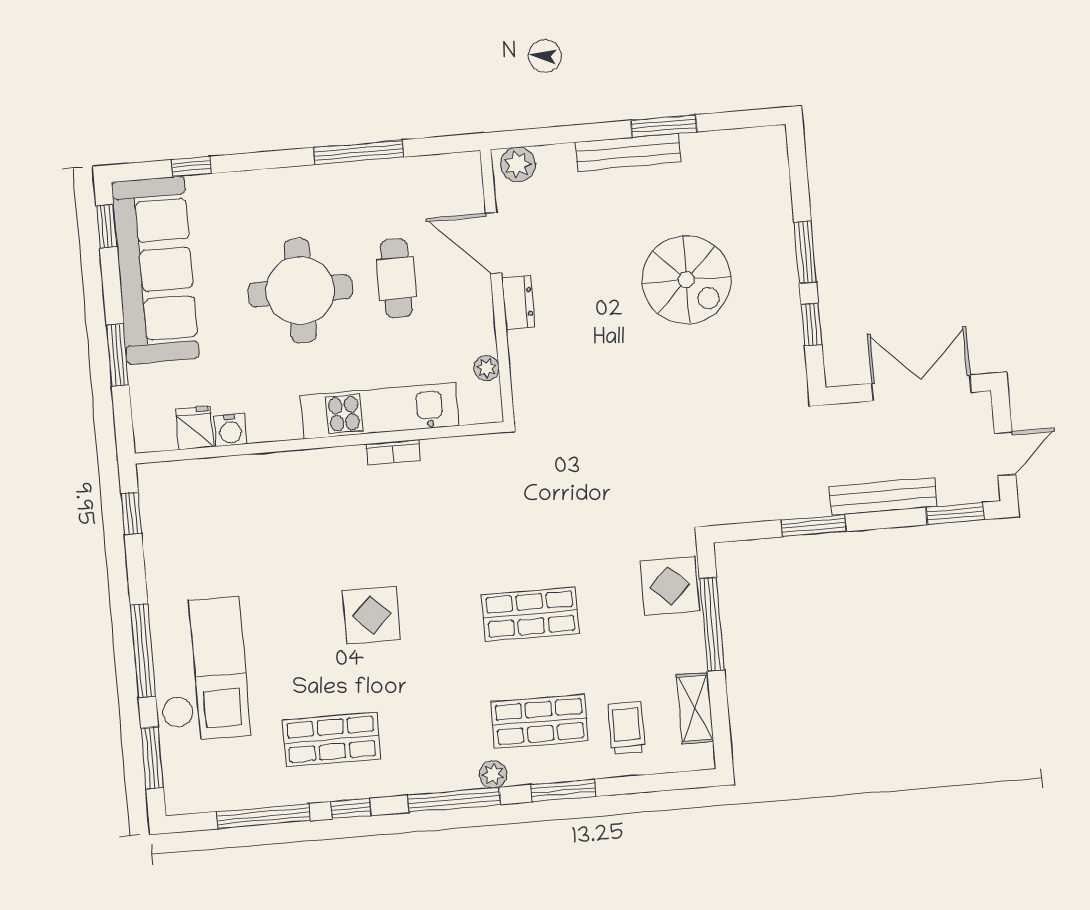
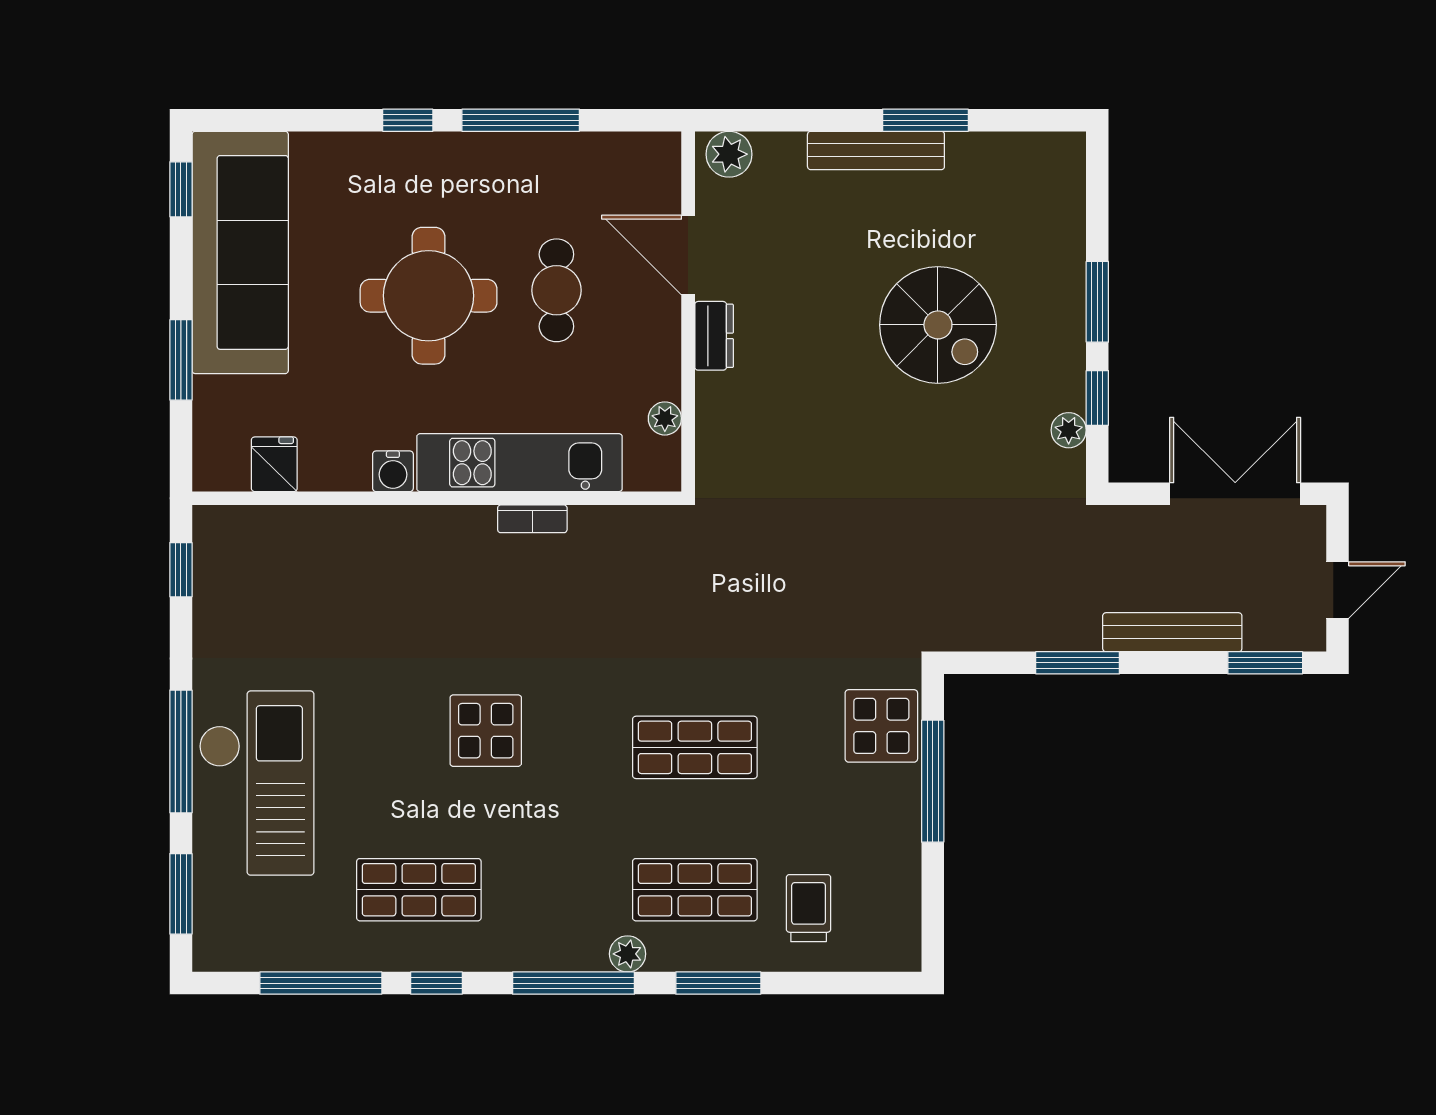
window: (191, 167) -> (408, 120), moved
plant: (792, 351) -> (1069, 430), added
water cooler: (230, 430) -> (393, 471), moved
shelving: (695, 708) -> (901, 890), removed

